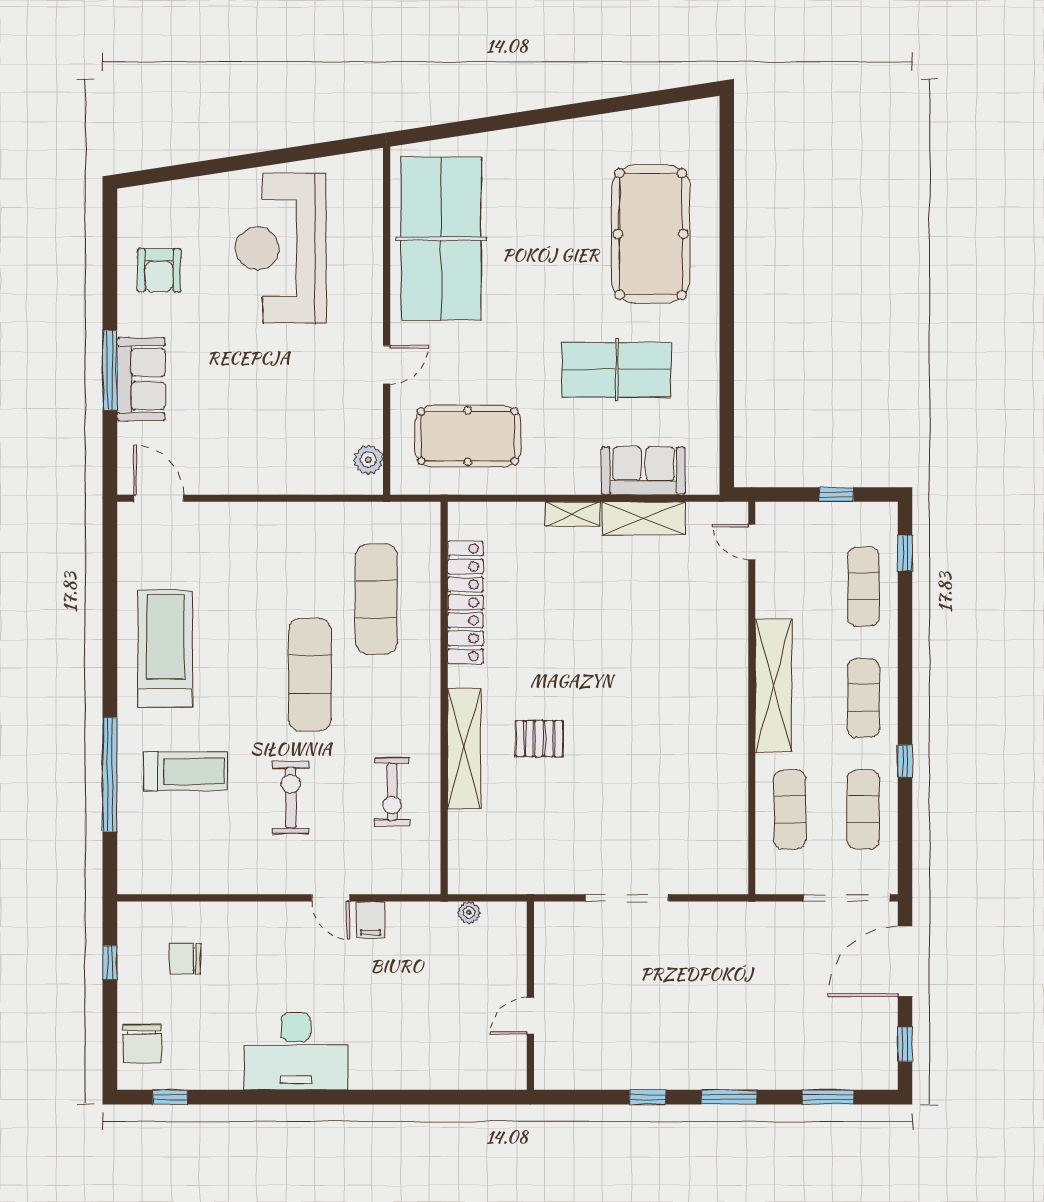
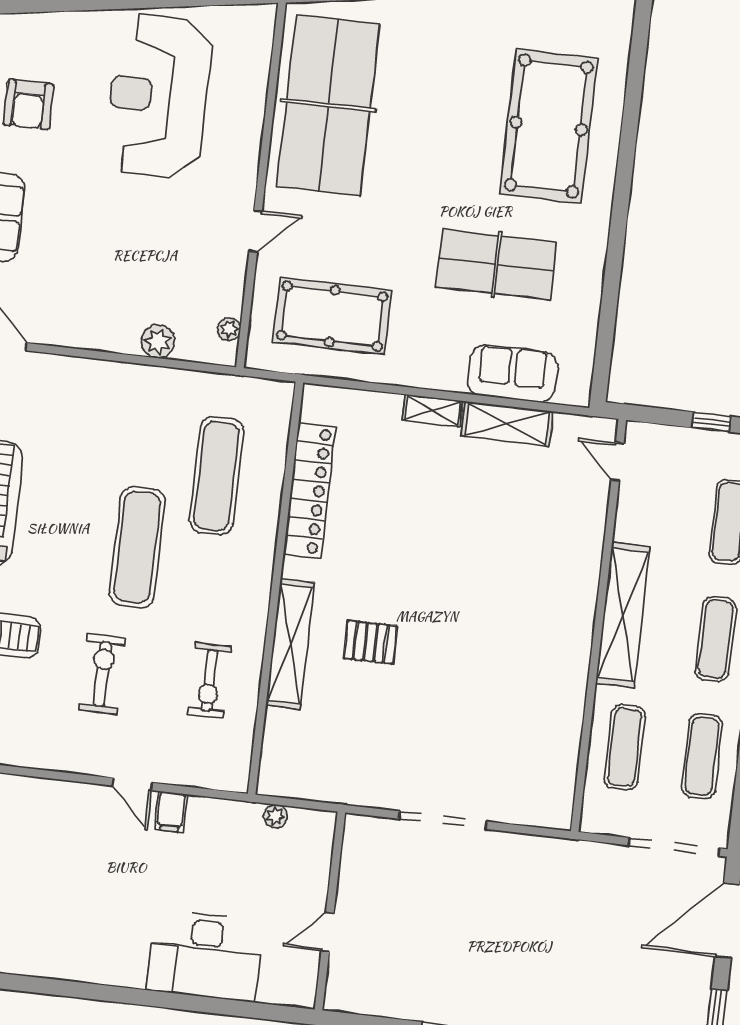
plant: (368, 460) -> (229, 329), width x0.73, depth x0.73
plant: (307, 479) -> (158, 341), added
desk: (296, 1051) -> (205, 956), moved

